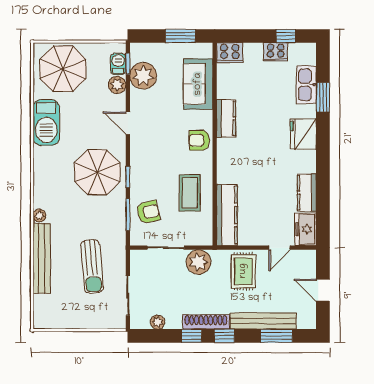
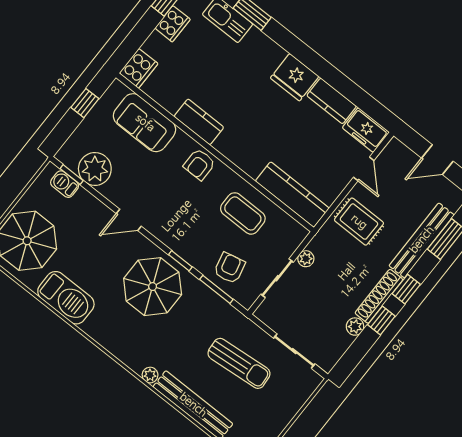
window: (180, 36) -> (85, 103), width x0.67
plant: (117, 85) -> (84, 201), removed
fridge: (303, 134) -> (295, 77), moved
plant: (198, 262) -> (306, 259), width x0.53, depth x0.53
plant: (158, 322) -> (355, 327), moved

